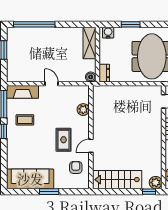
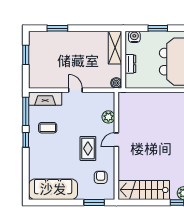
window: (34, 24) -> (57, 28), width x0.47
dresser: (104, 73) -> (130, 64), moved
door: (91, 146) -> (116, 140), moved
window: (49, 192) -> (94, 202), moved

